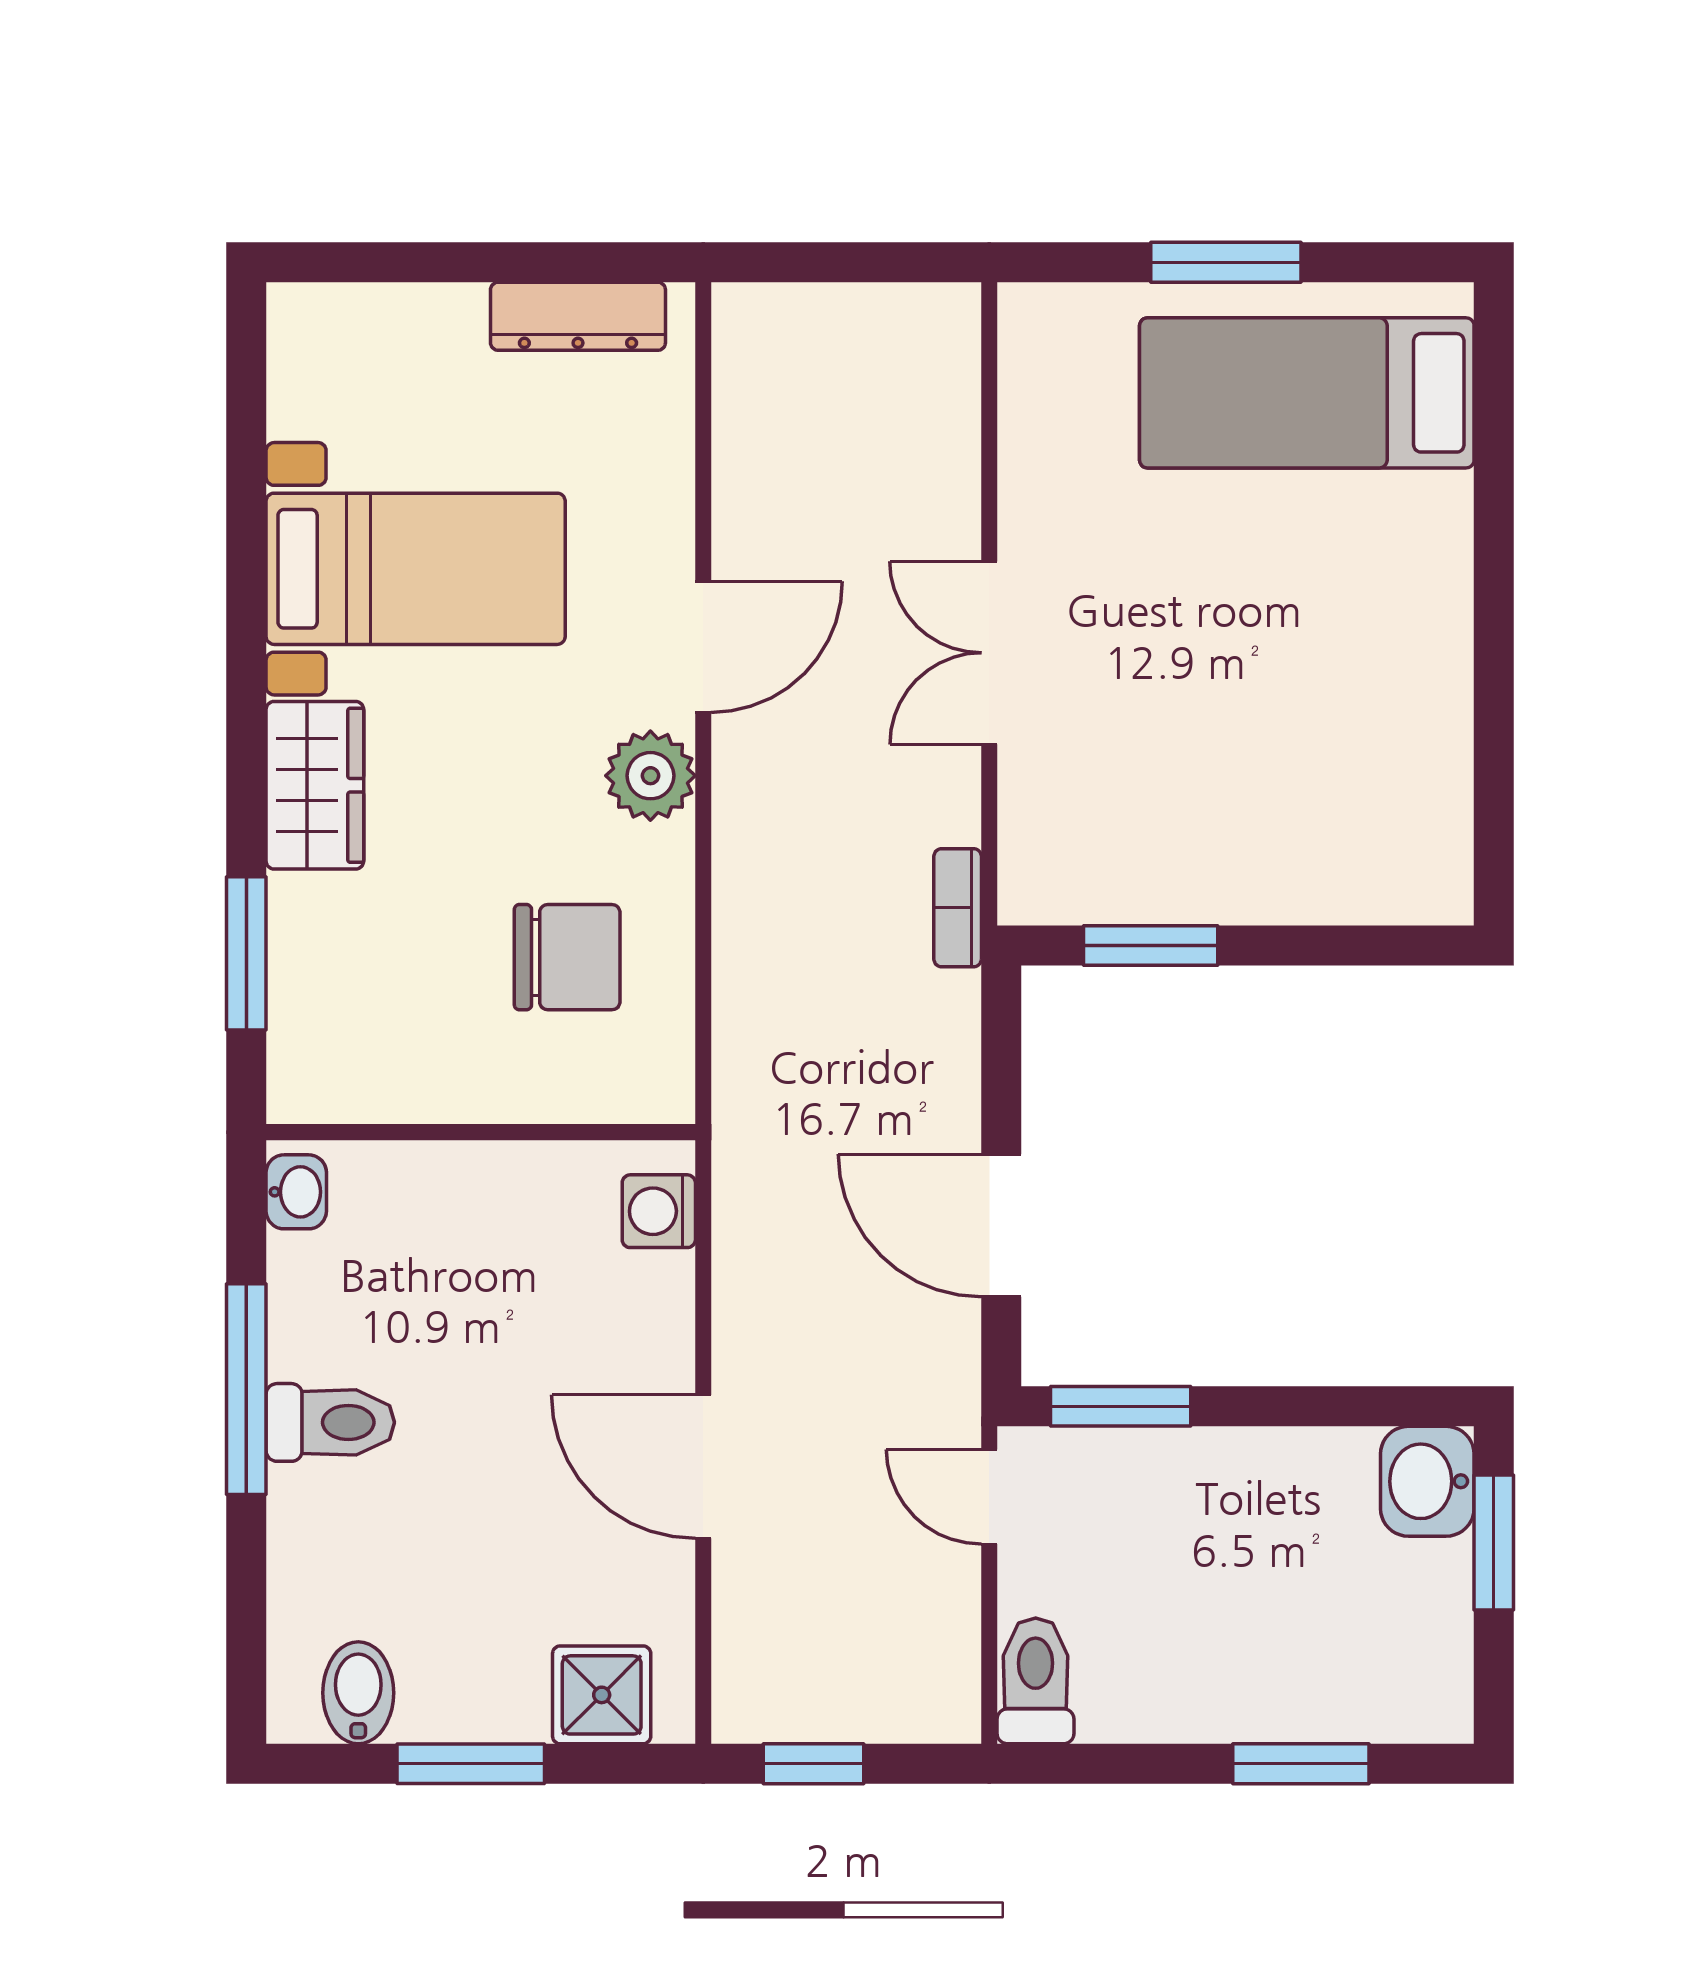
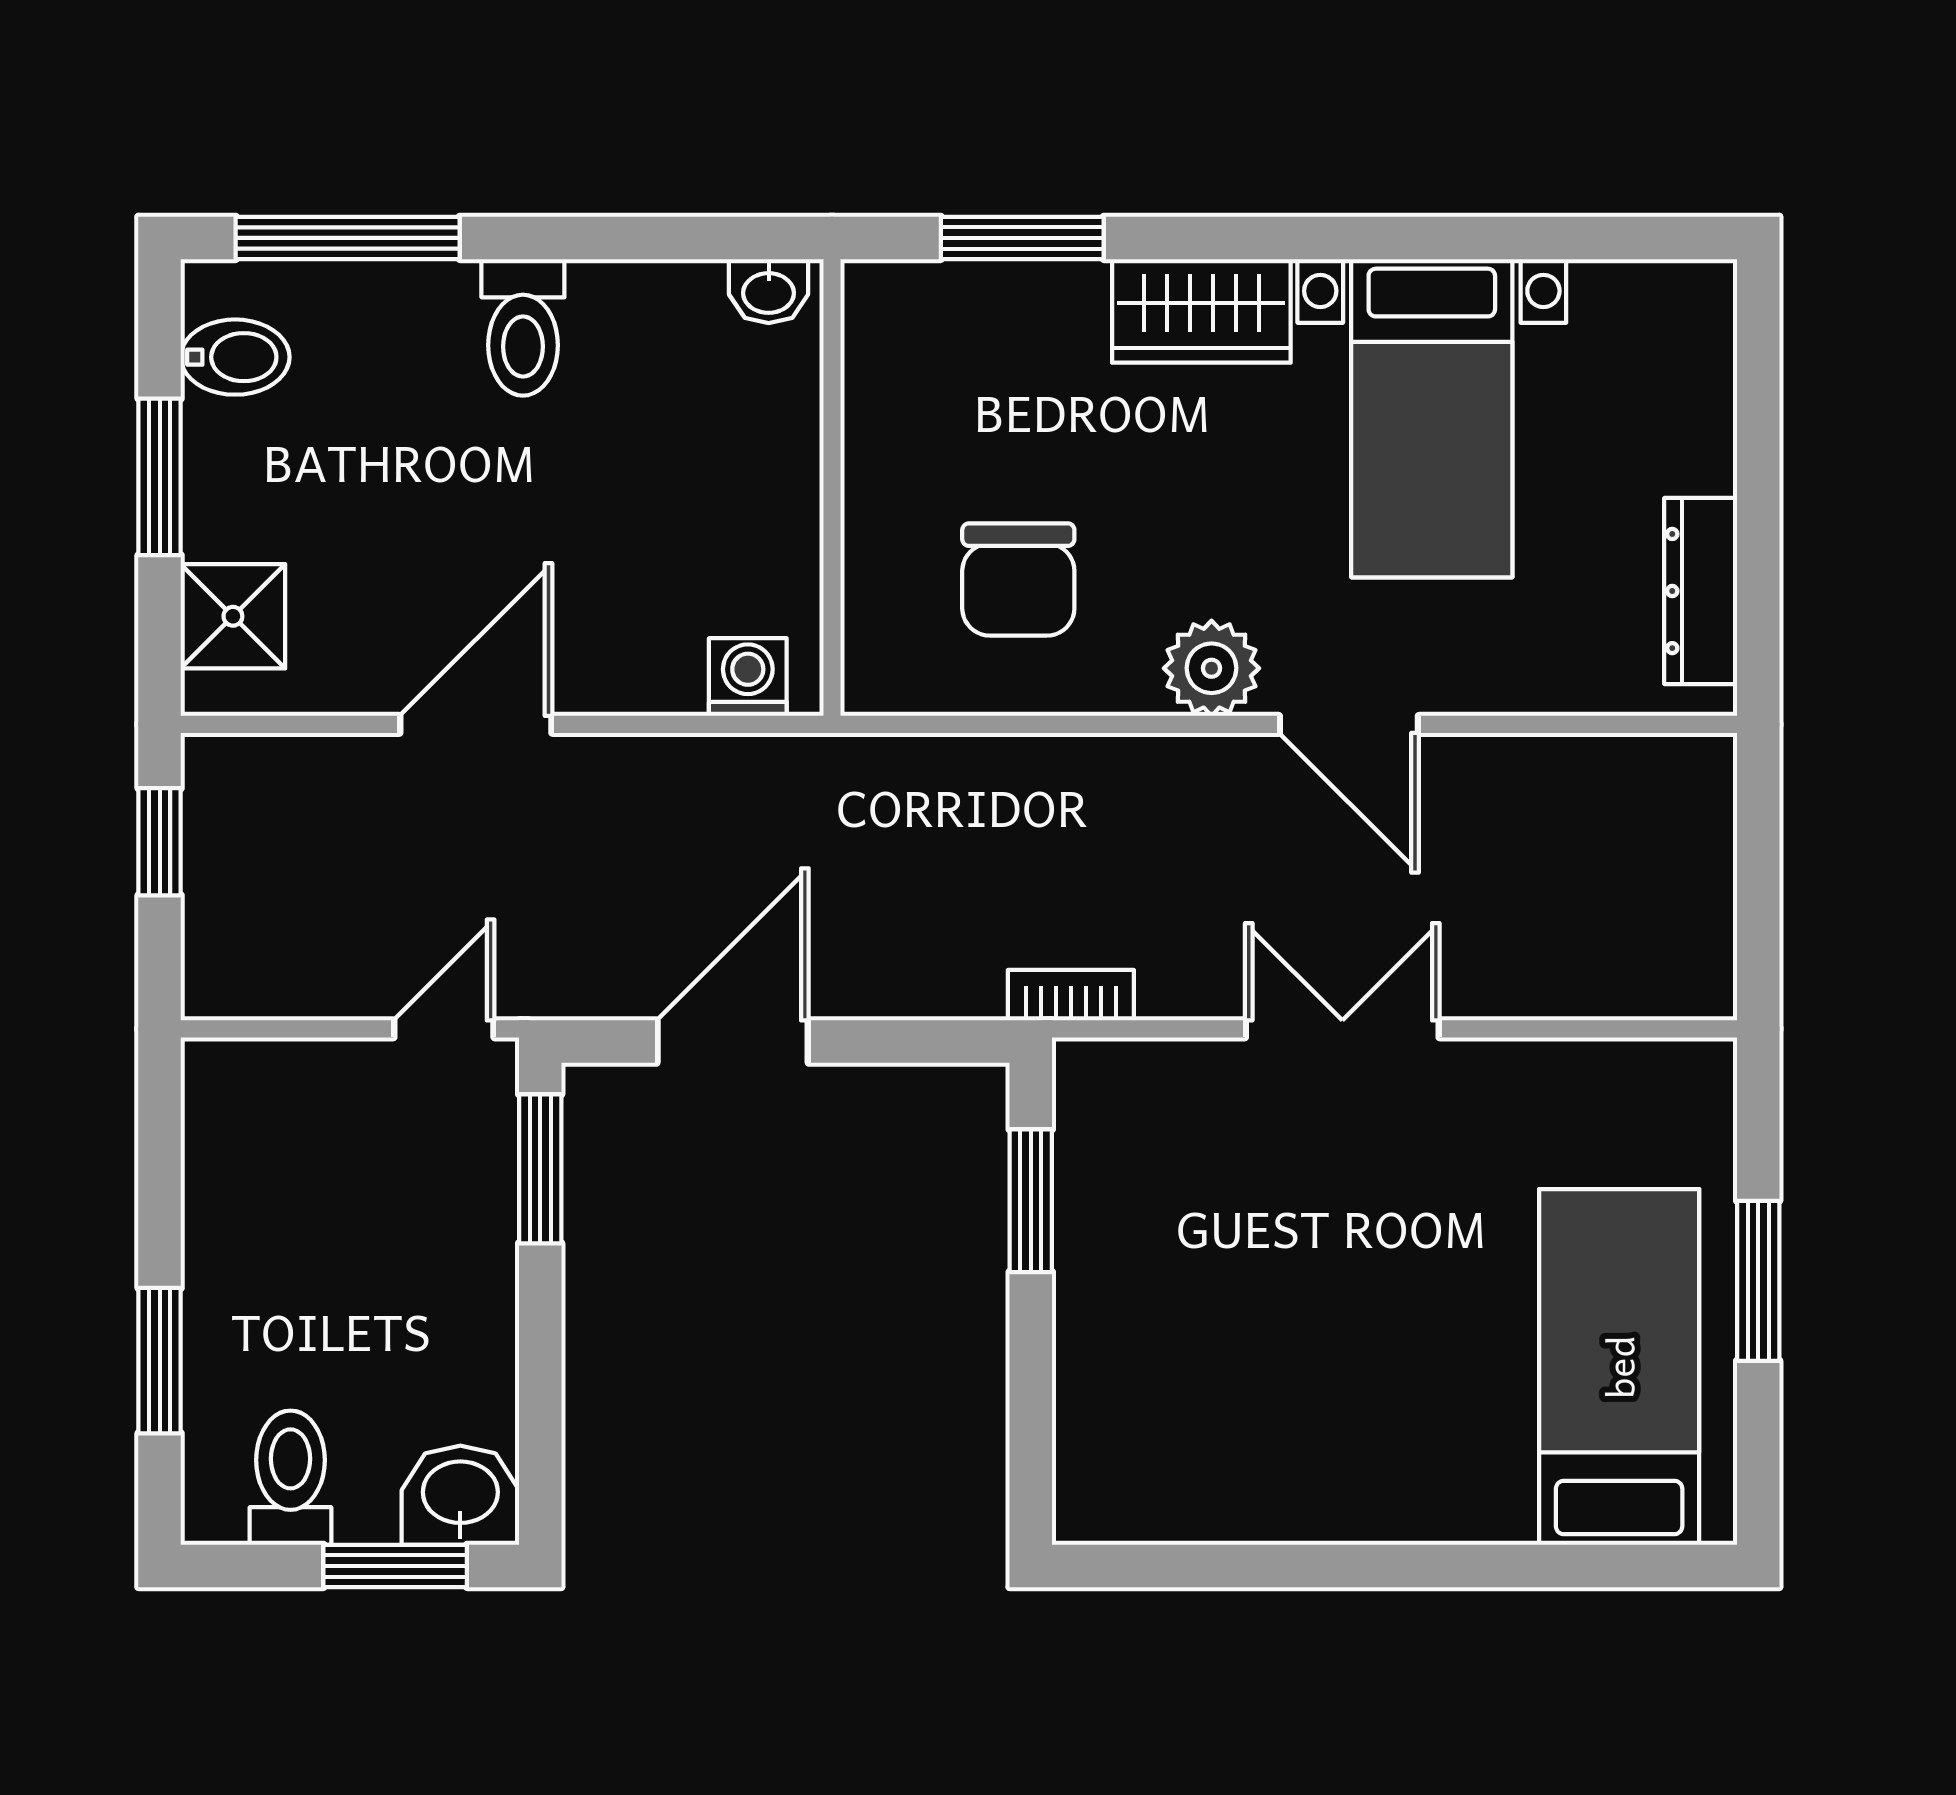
window: (246, 1389) -> (348, 238), moved
toilet: (1036, 1681) -> (290, 1478), moved, turned -90

